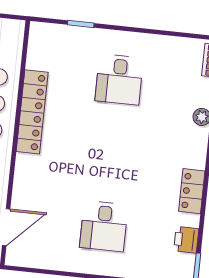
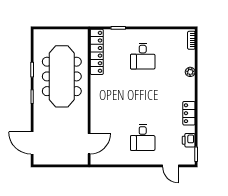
locker: (32, 112) -> (97, 52), moved

